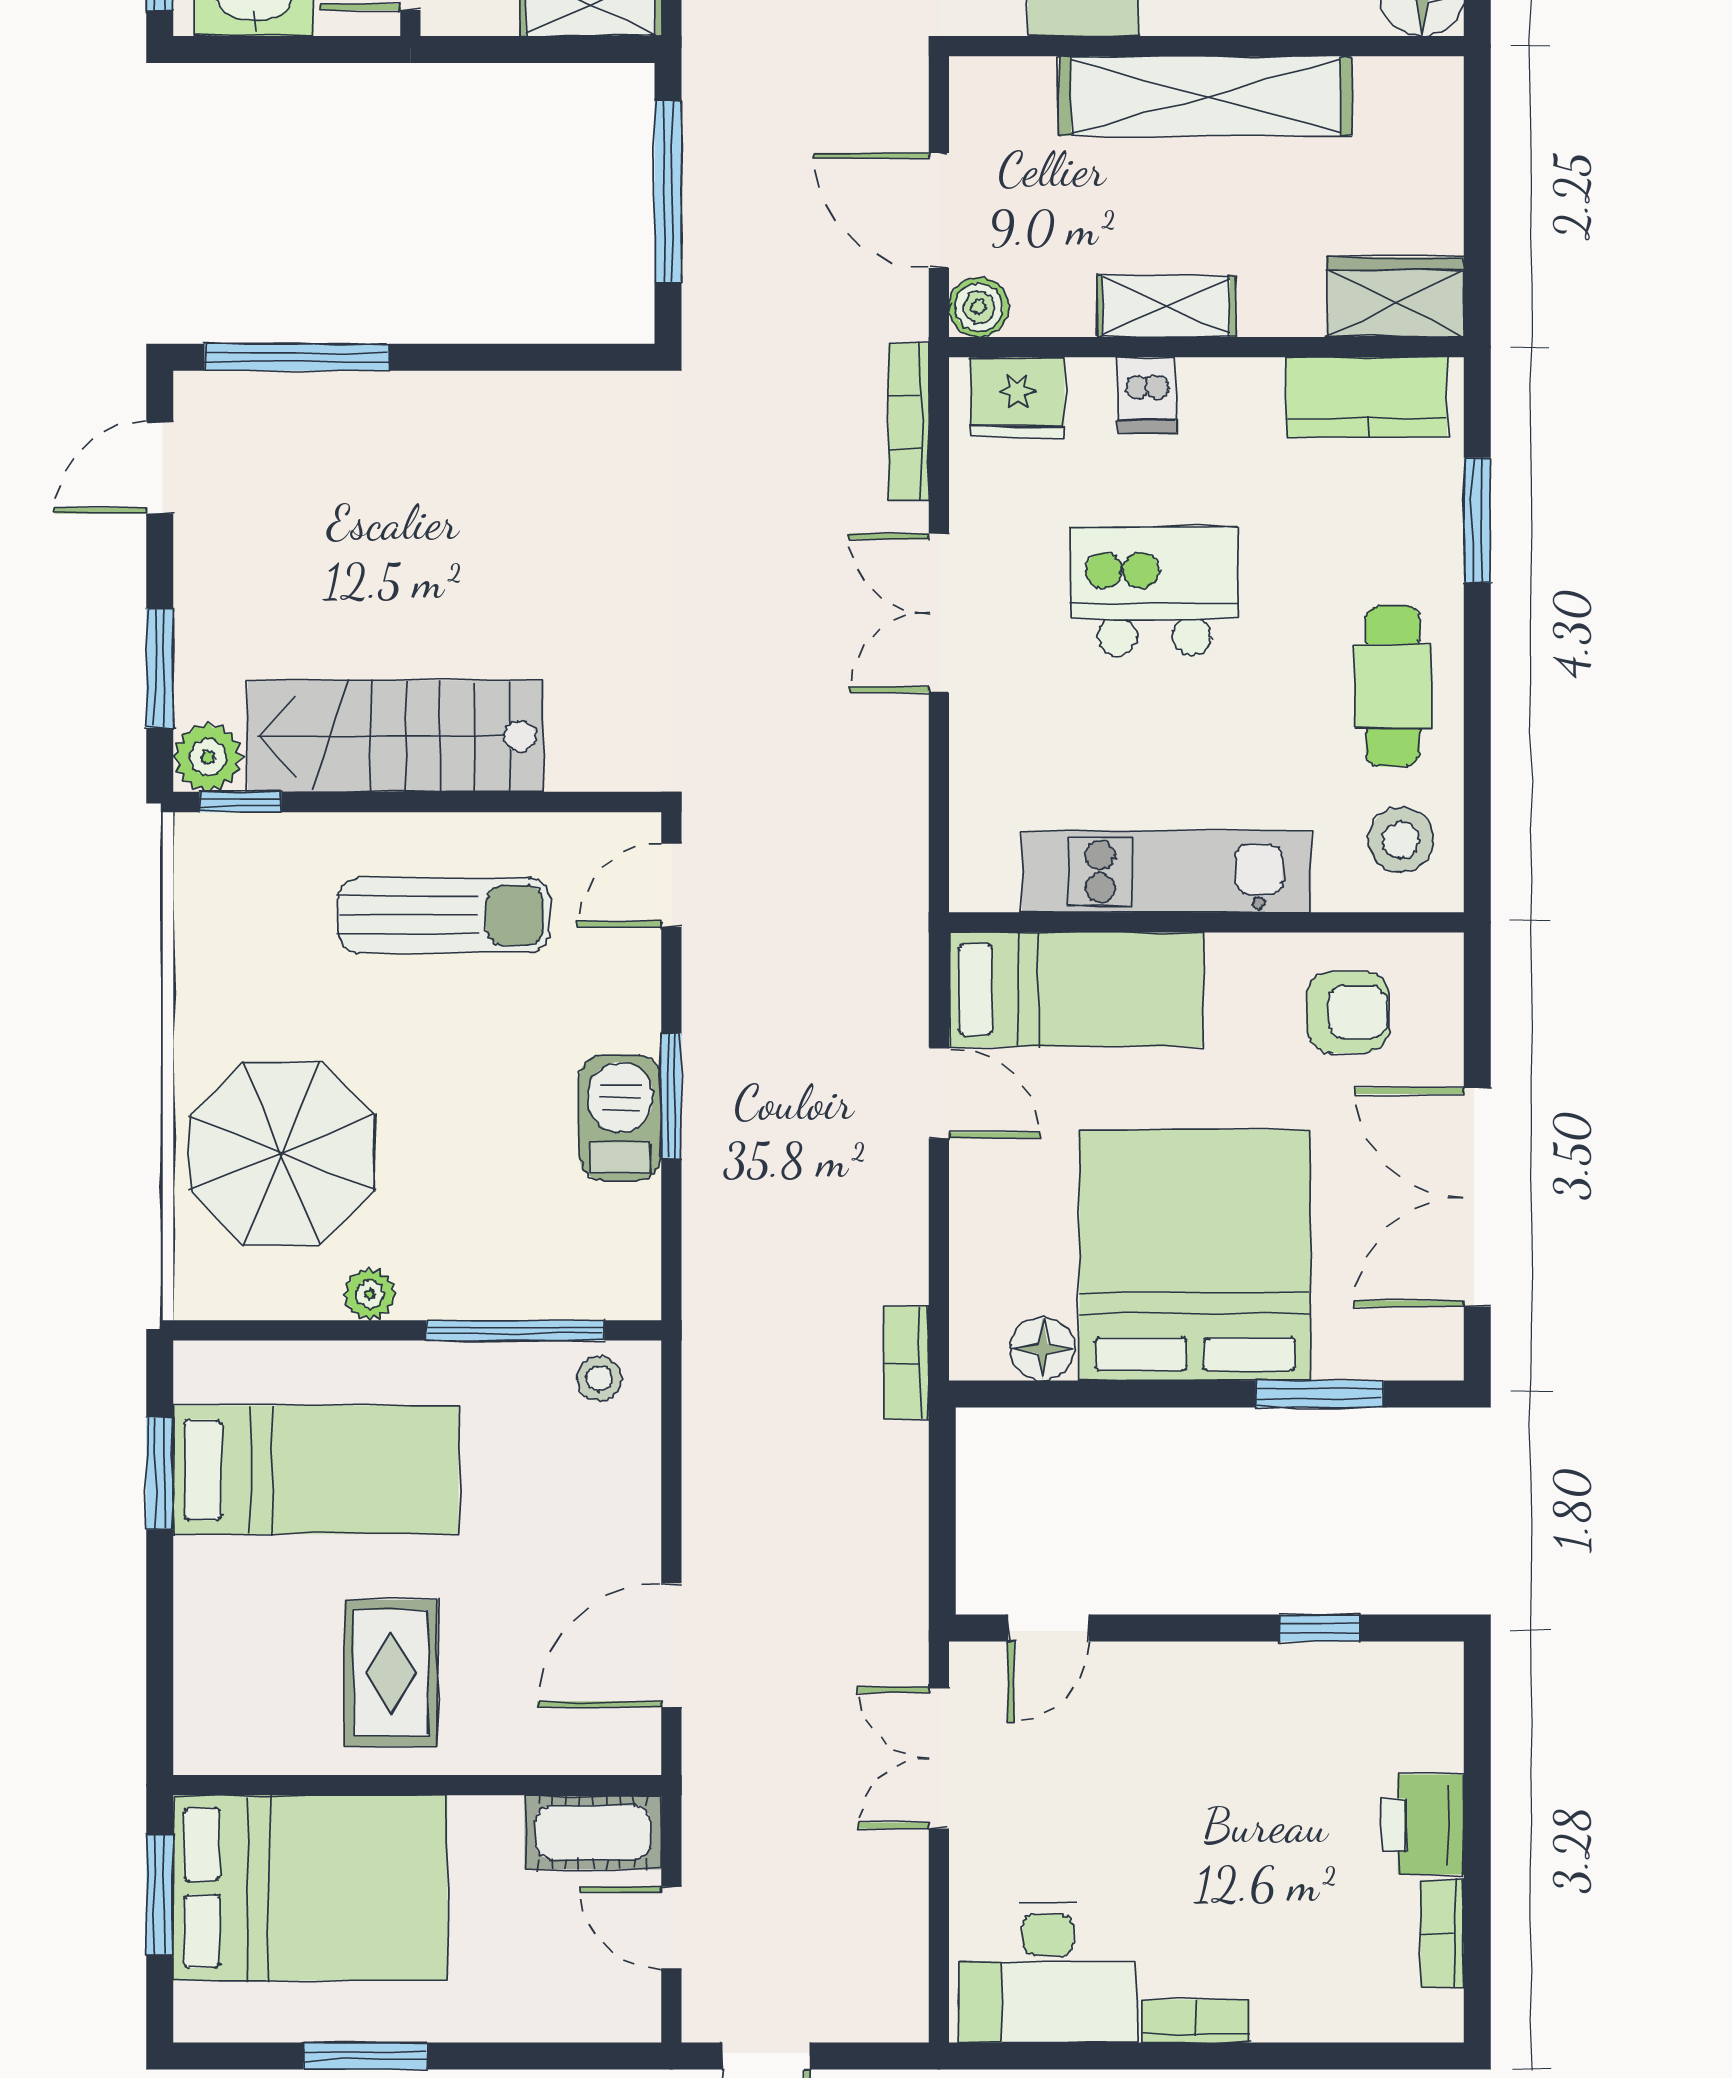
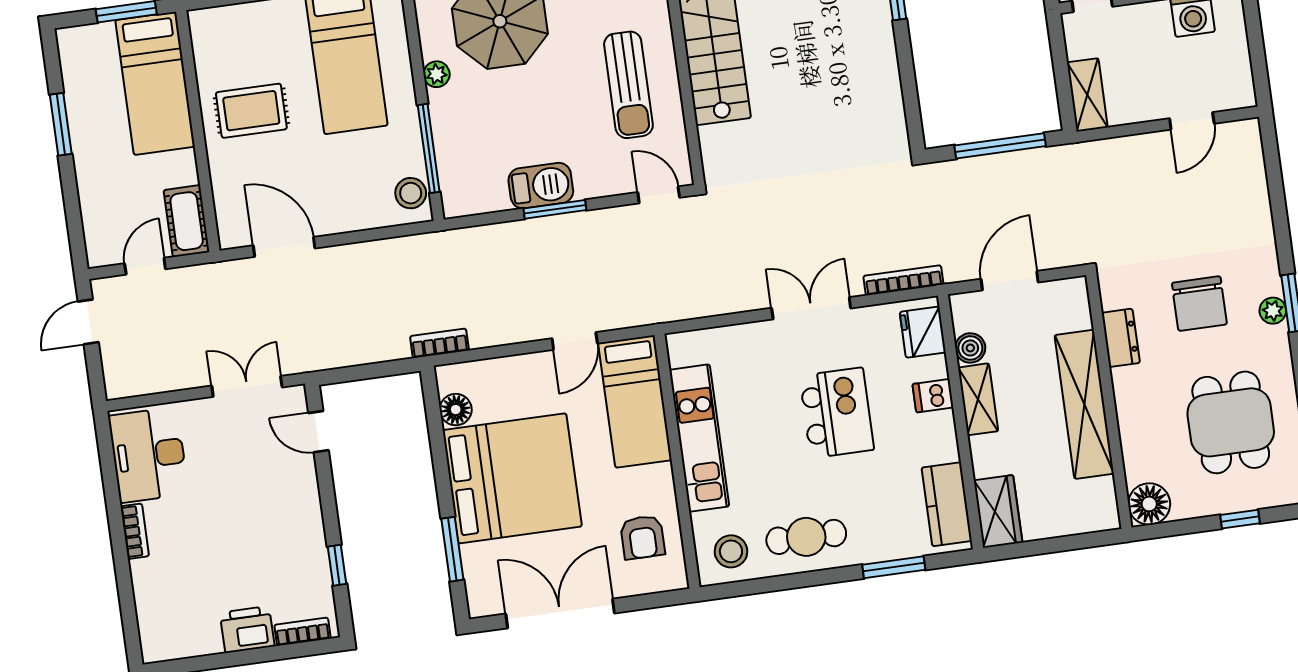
boiler: (979, 307) -> (970, 348), moved
stool: (599, 1379) -> (411, 193), width x1.37, depth x1.37
bed: (310, 1888) -> (155, 83), width x0.67
bookcase: (1442, 1934) -> (302, 632), moved

